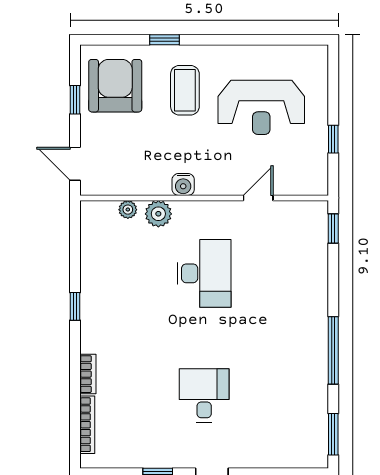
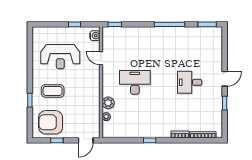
reception desk: (261, 107) -> (60, 57), turned 90
water cooler: (183, 184) -> (95, 36), moved

